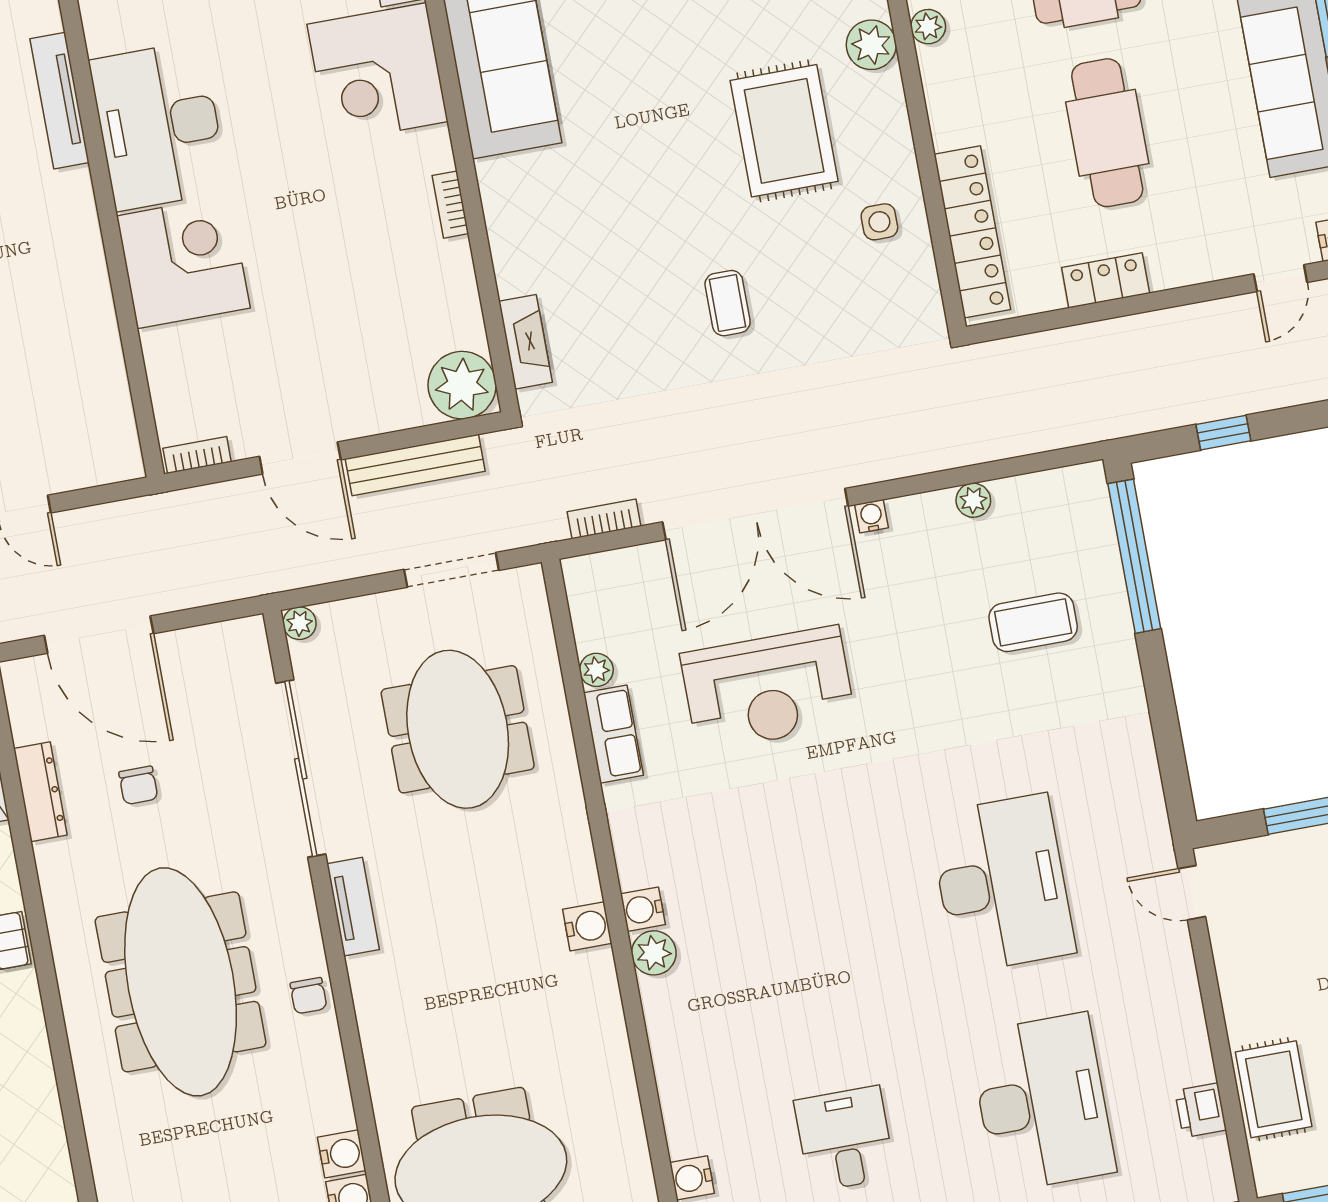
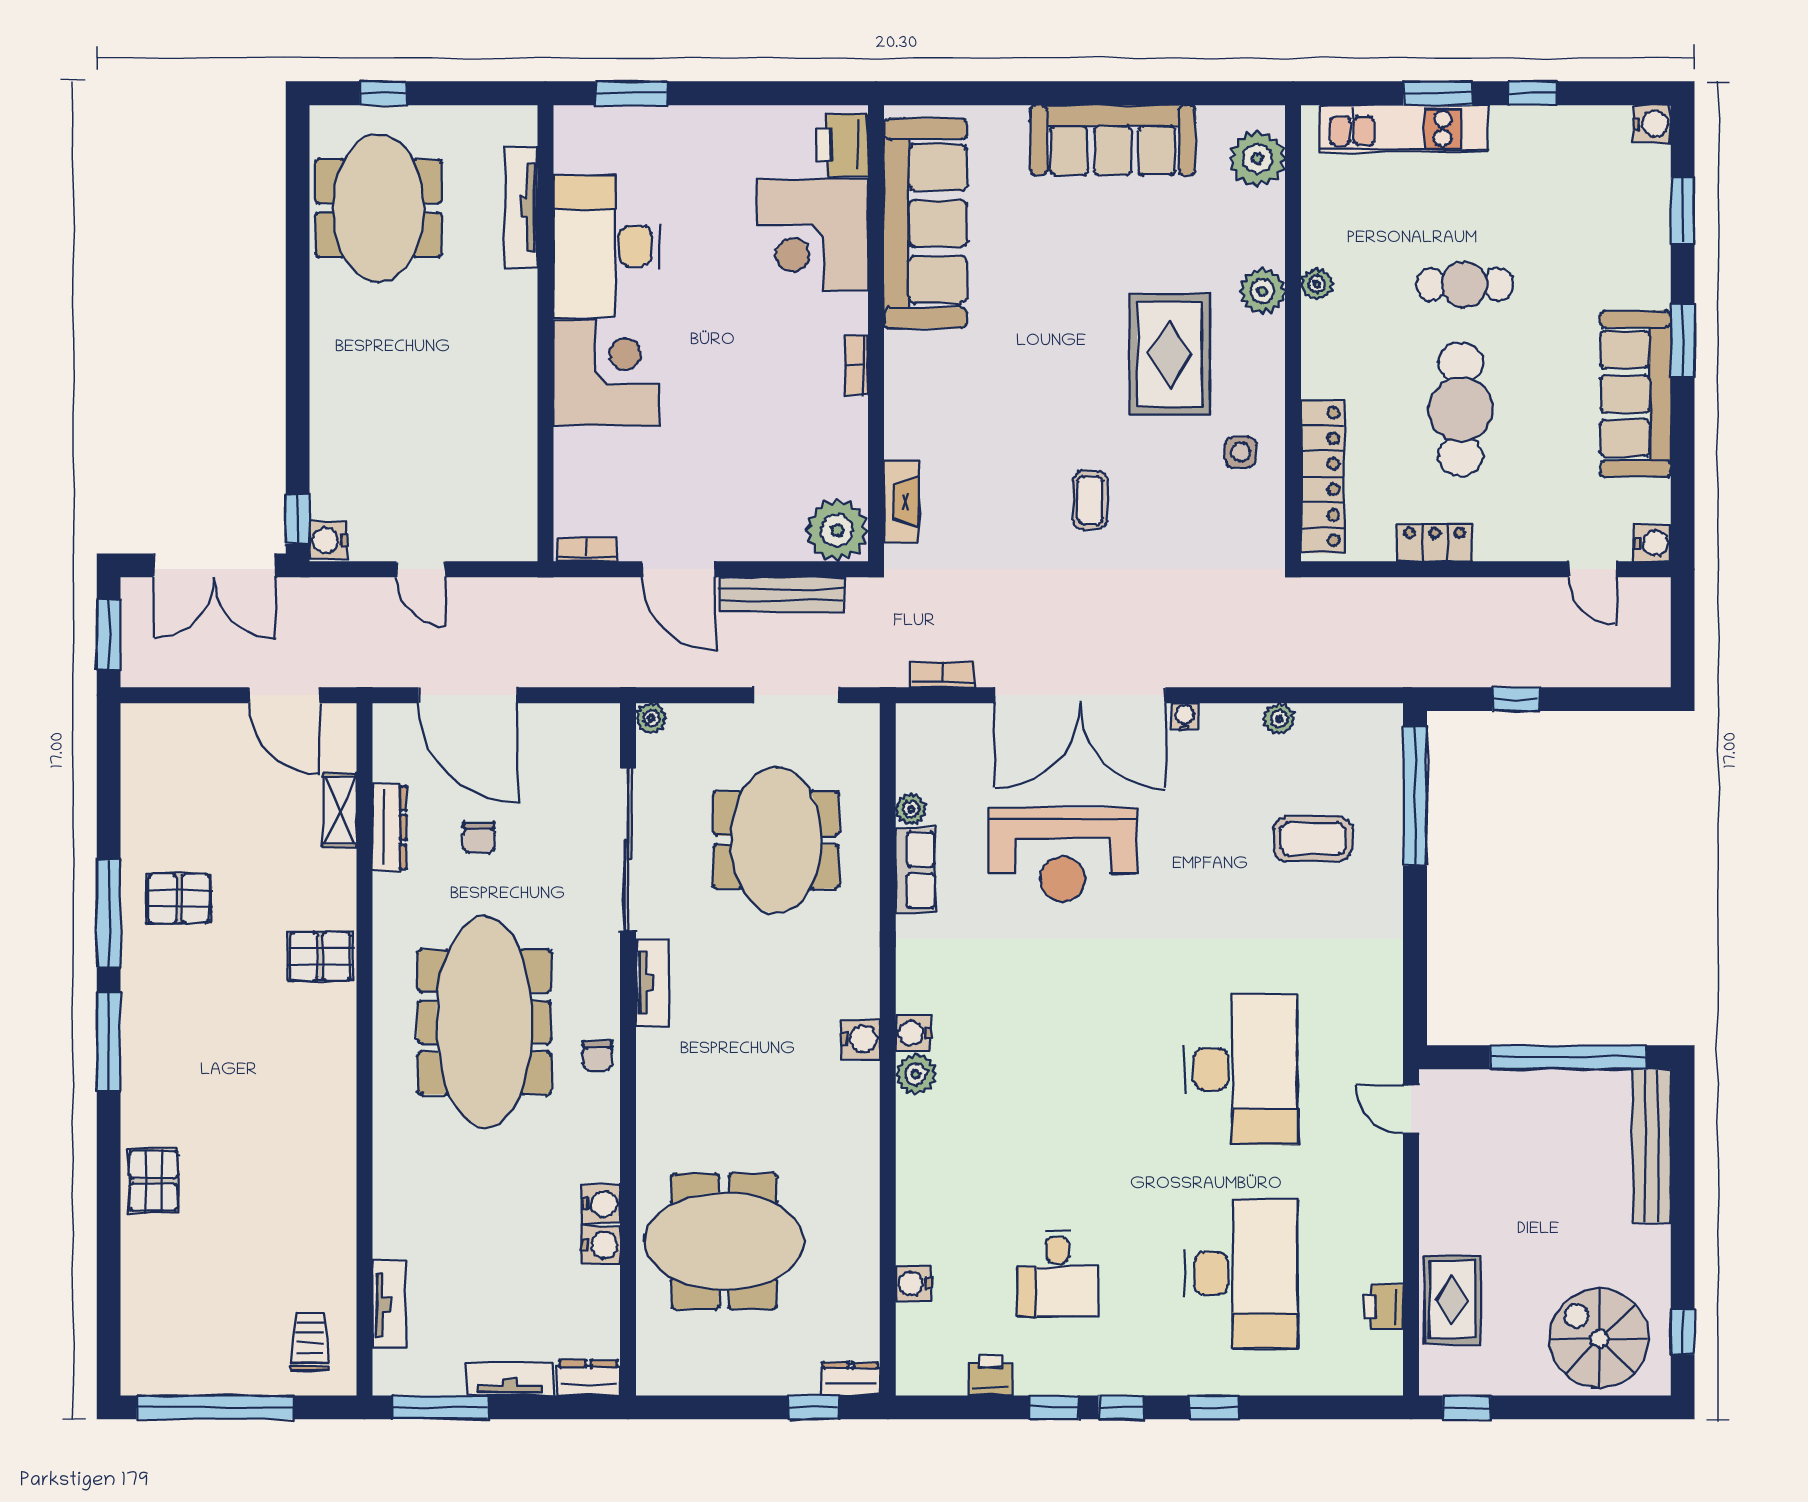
door: (1280, 278) -> (1593, 569), hinge flipped
desk: (845, 1139) -> (1057, 1273), turned 180

